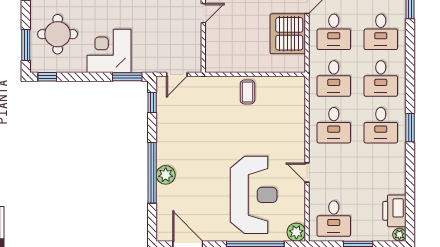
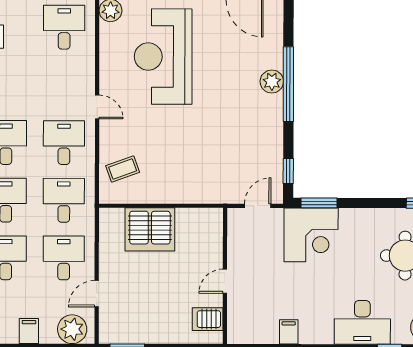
server rack: (288, 34) -> (150, 229), moved, turned 90
corner desk: (109, 51) -> (311, 235), moved
coffee table: (247, 92) -> (123, 169), moved, turned 70
door: (307, 173) -> (97, 107), moved

